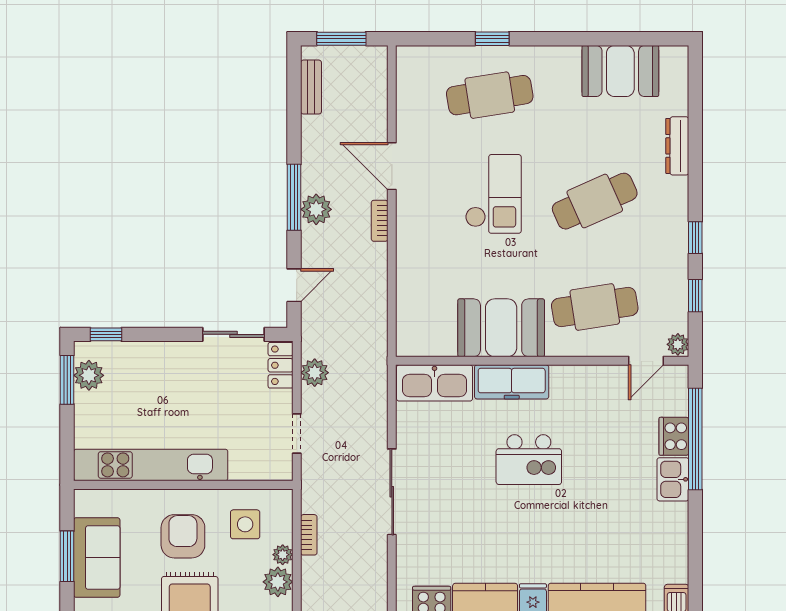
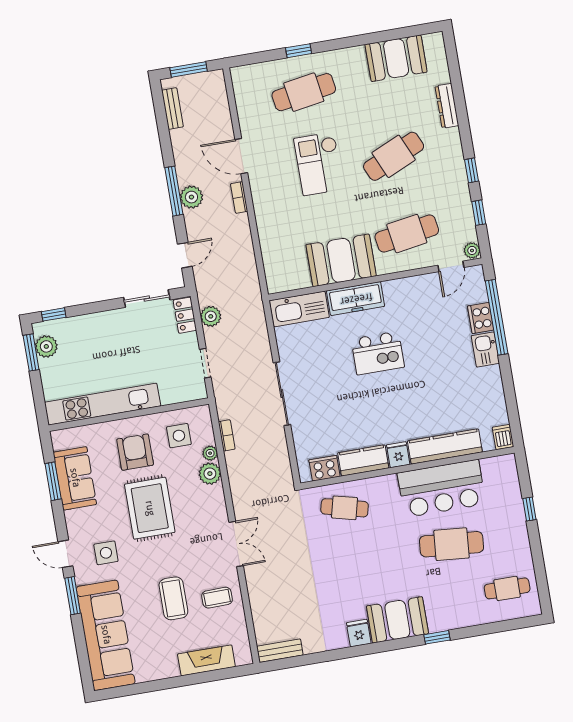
checkout: (493, 194) -> (319, 164), turned 180

